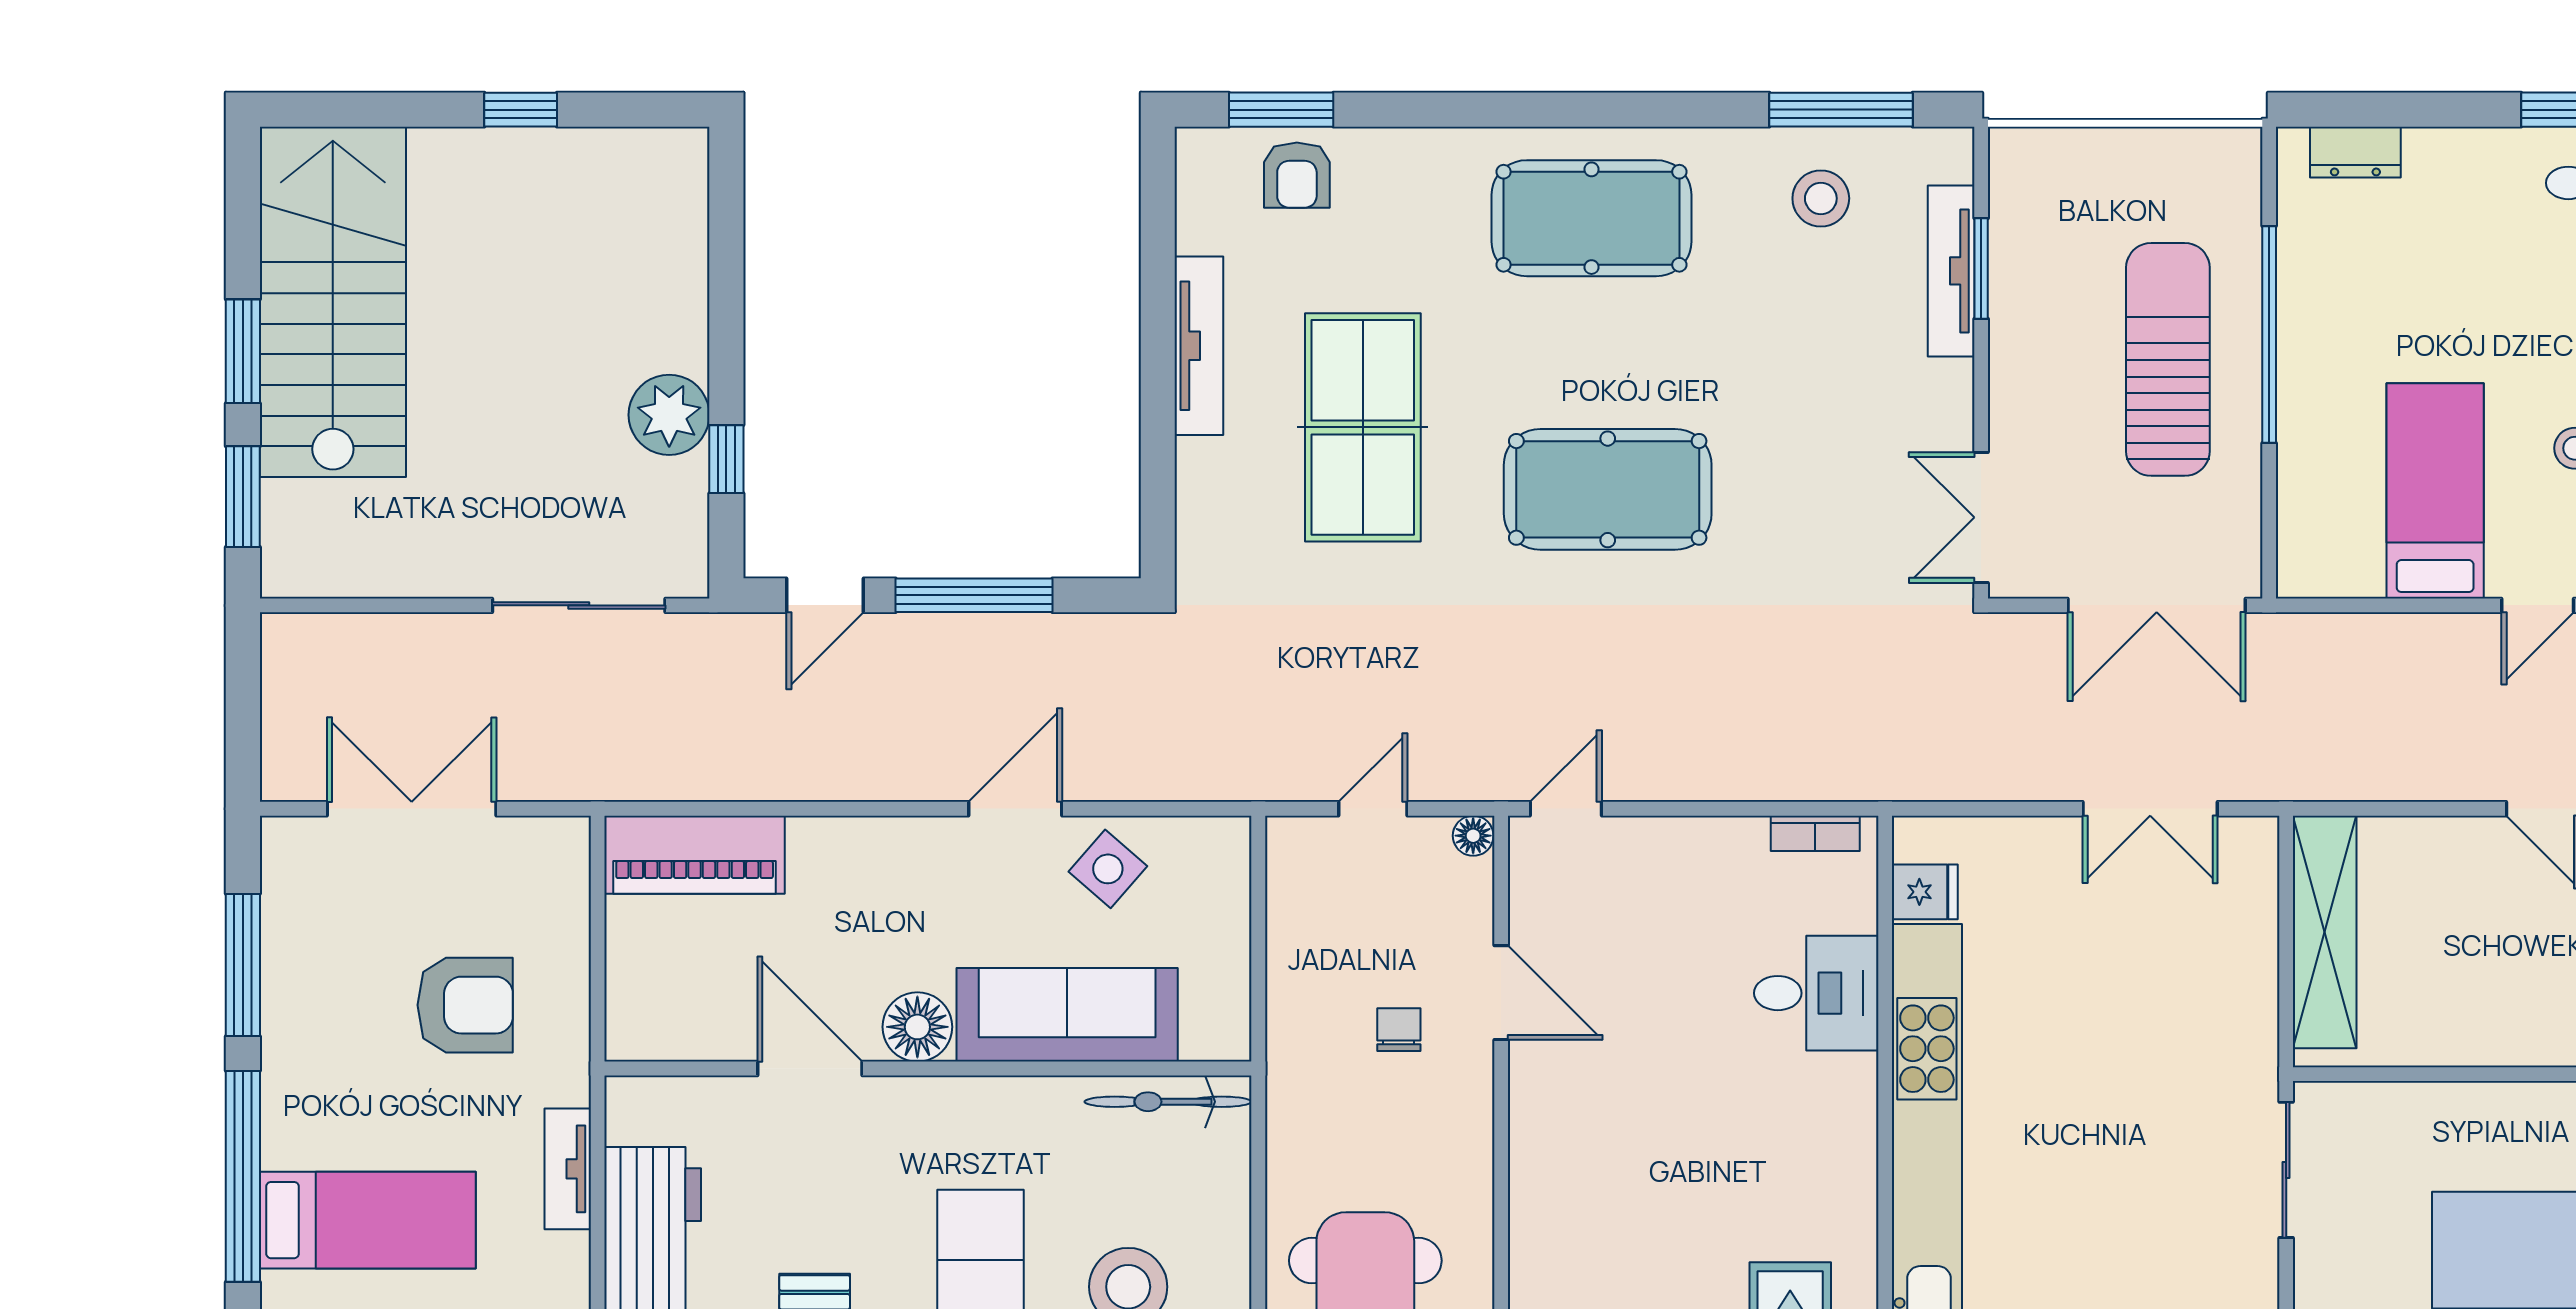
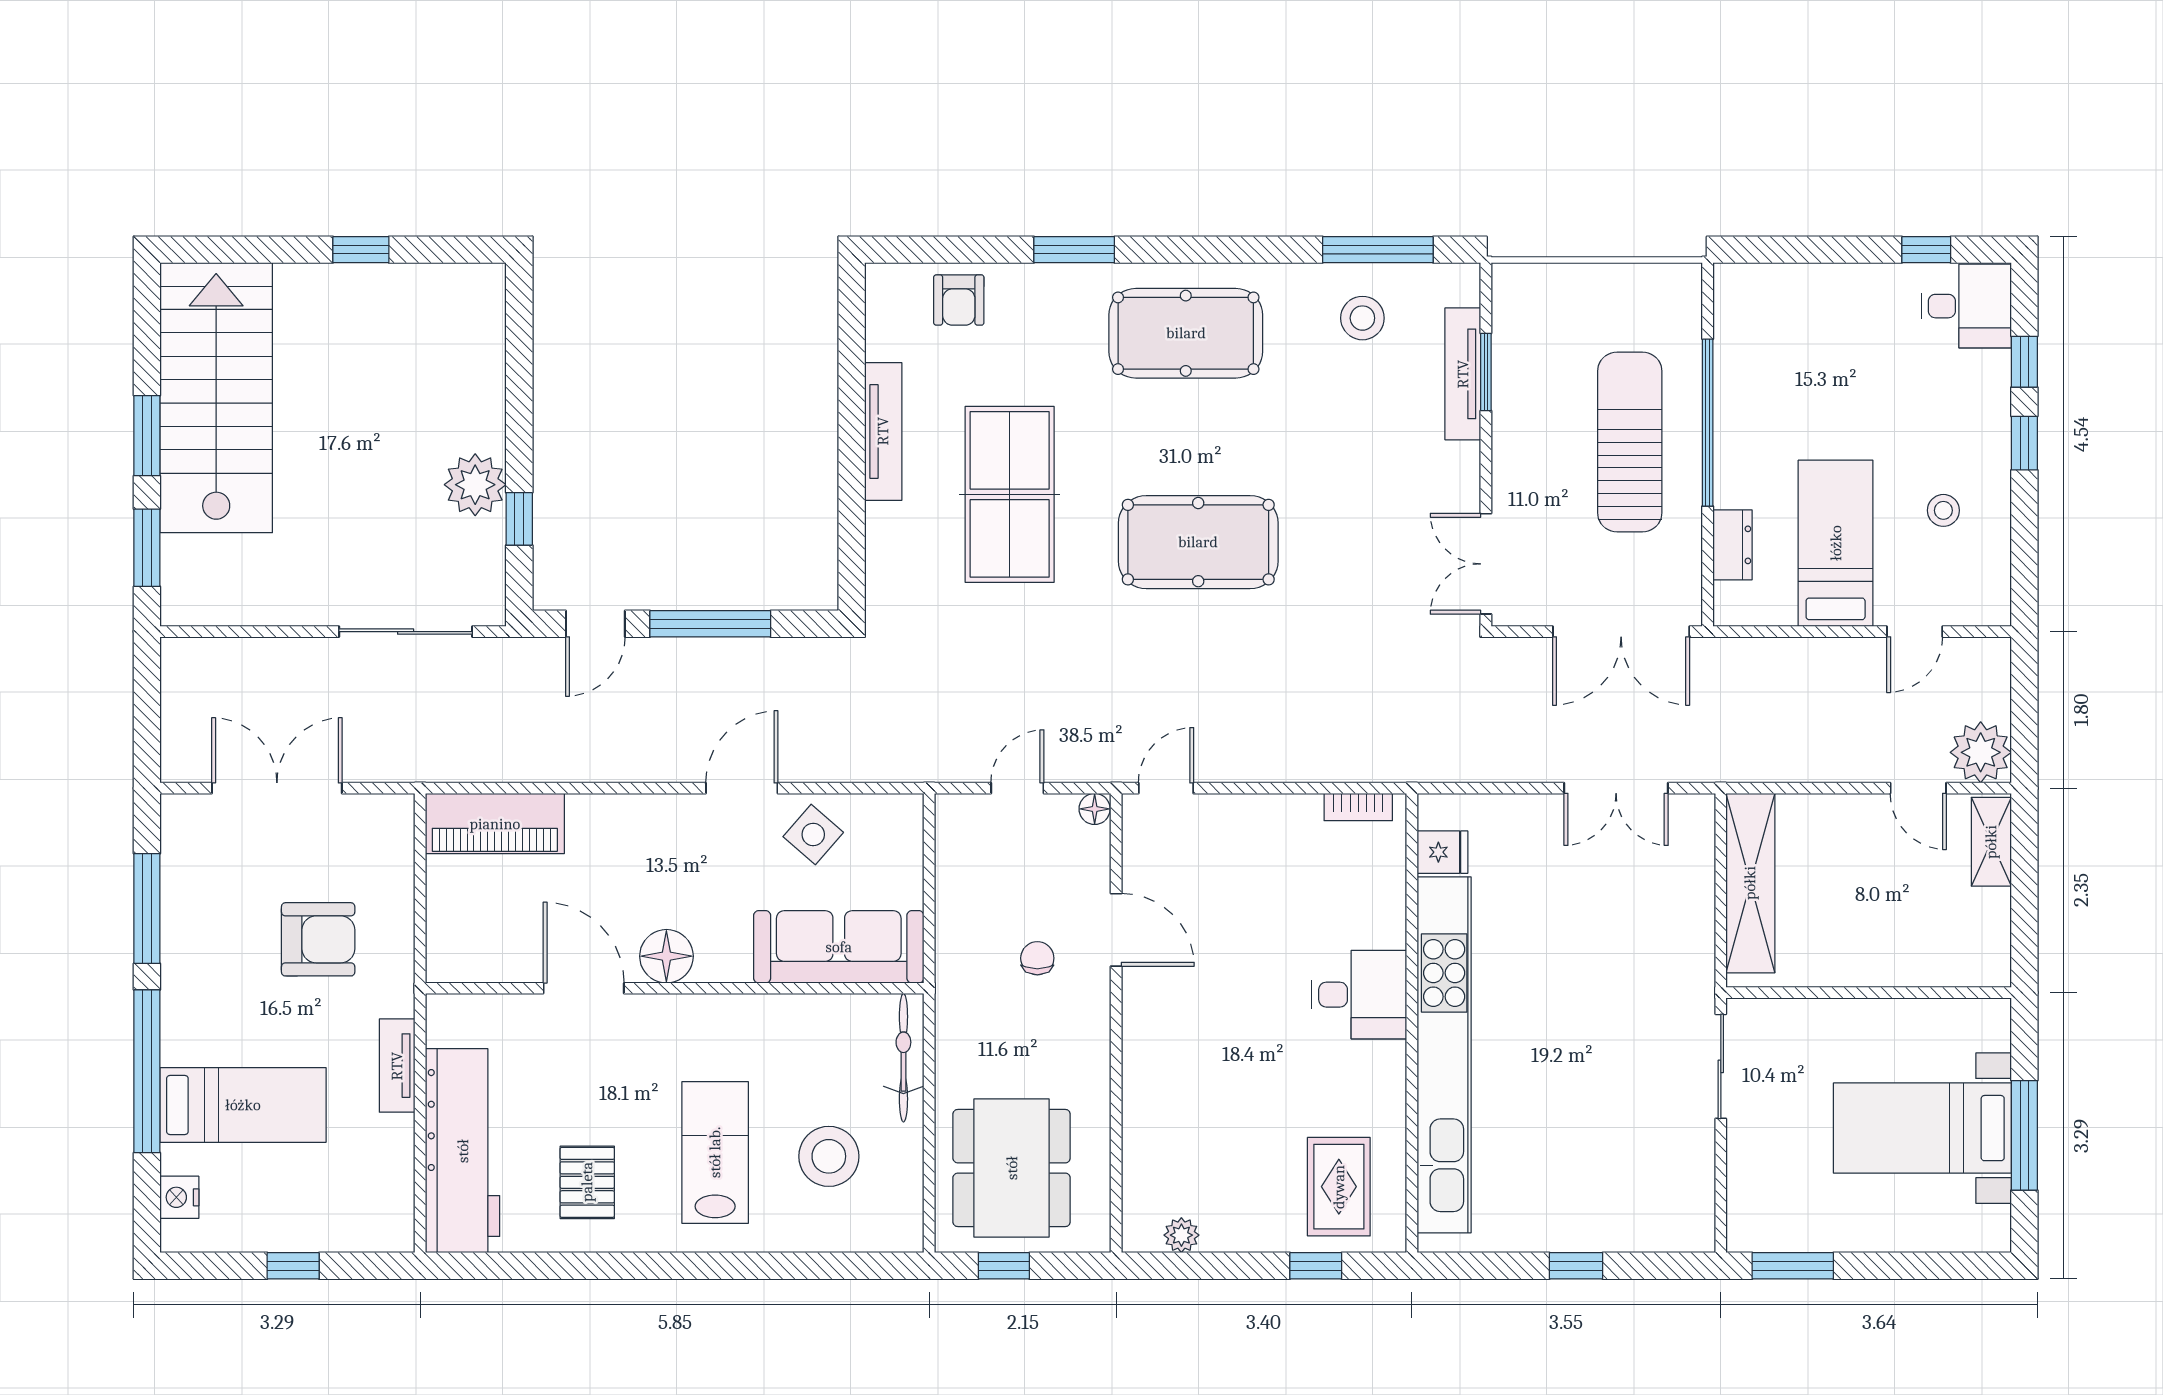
window: (1281, 110) -> (1074, 250), moved
dresser: (2355, 152) -> (1733, 545), moved, turned -90
desk: (1816, 993) -> (1359, 995), moved
sofa: (1067, 1015) -> (839, 947), moved
bicycle: (1168, 1102) -> (903, 1058), moved, turned 90

